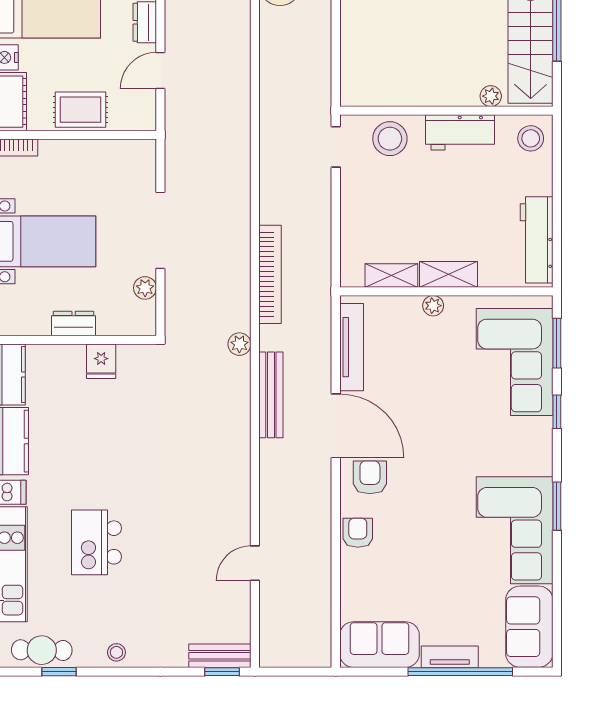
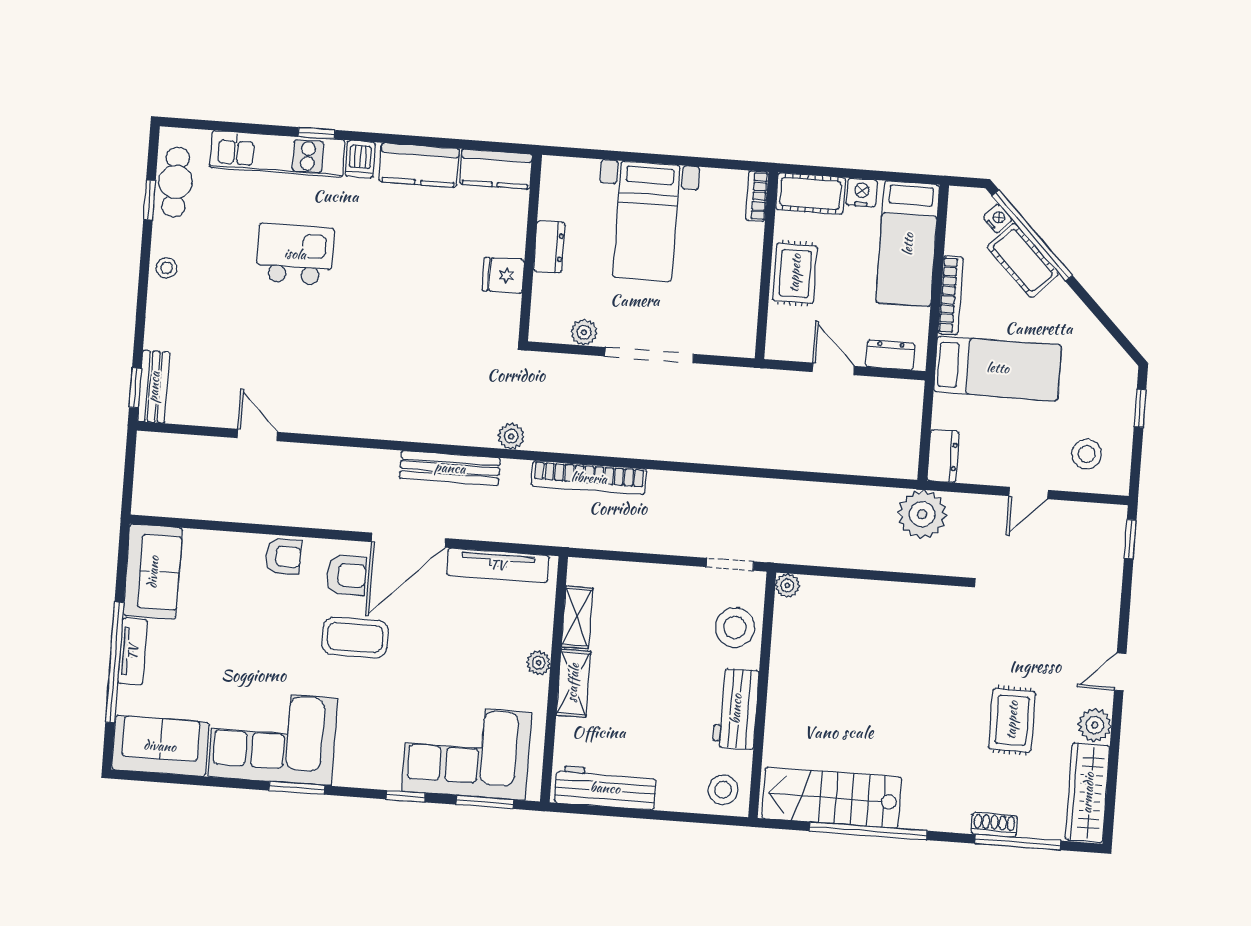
plant: (491, 96) -> (787, 586), moved
coffee table: (423, 466) -> (355, 638), added

